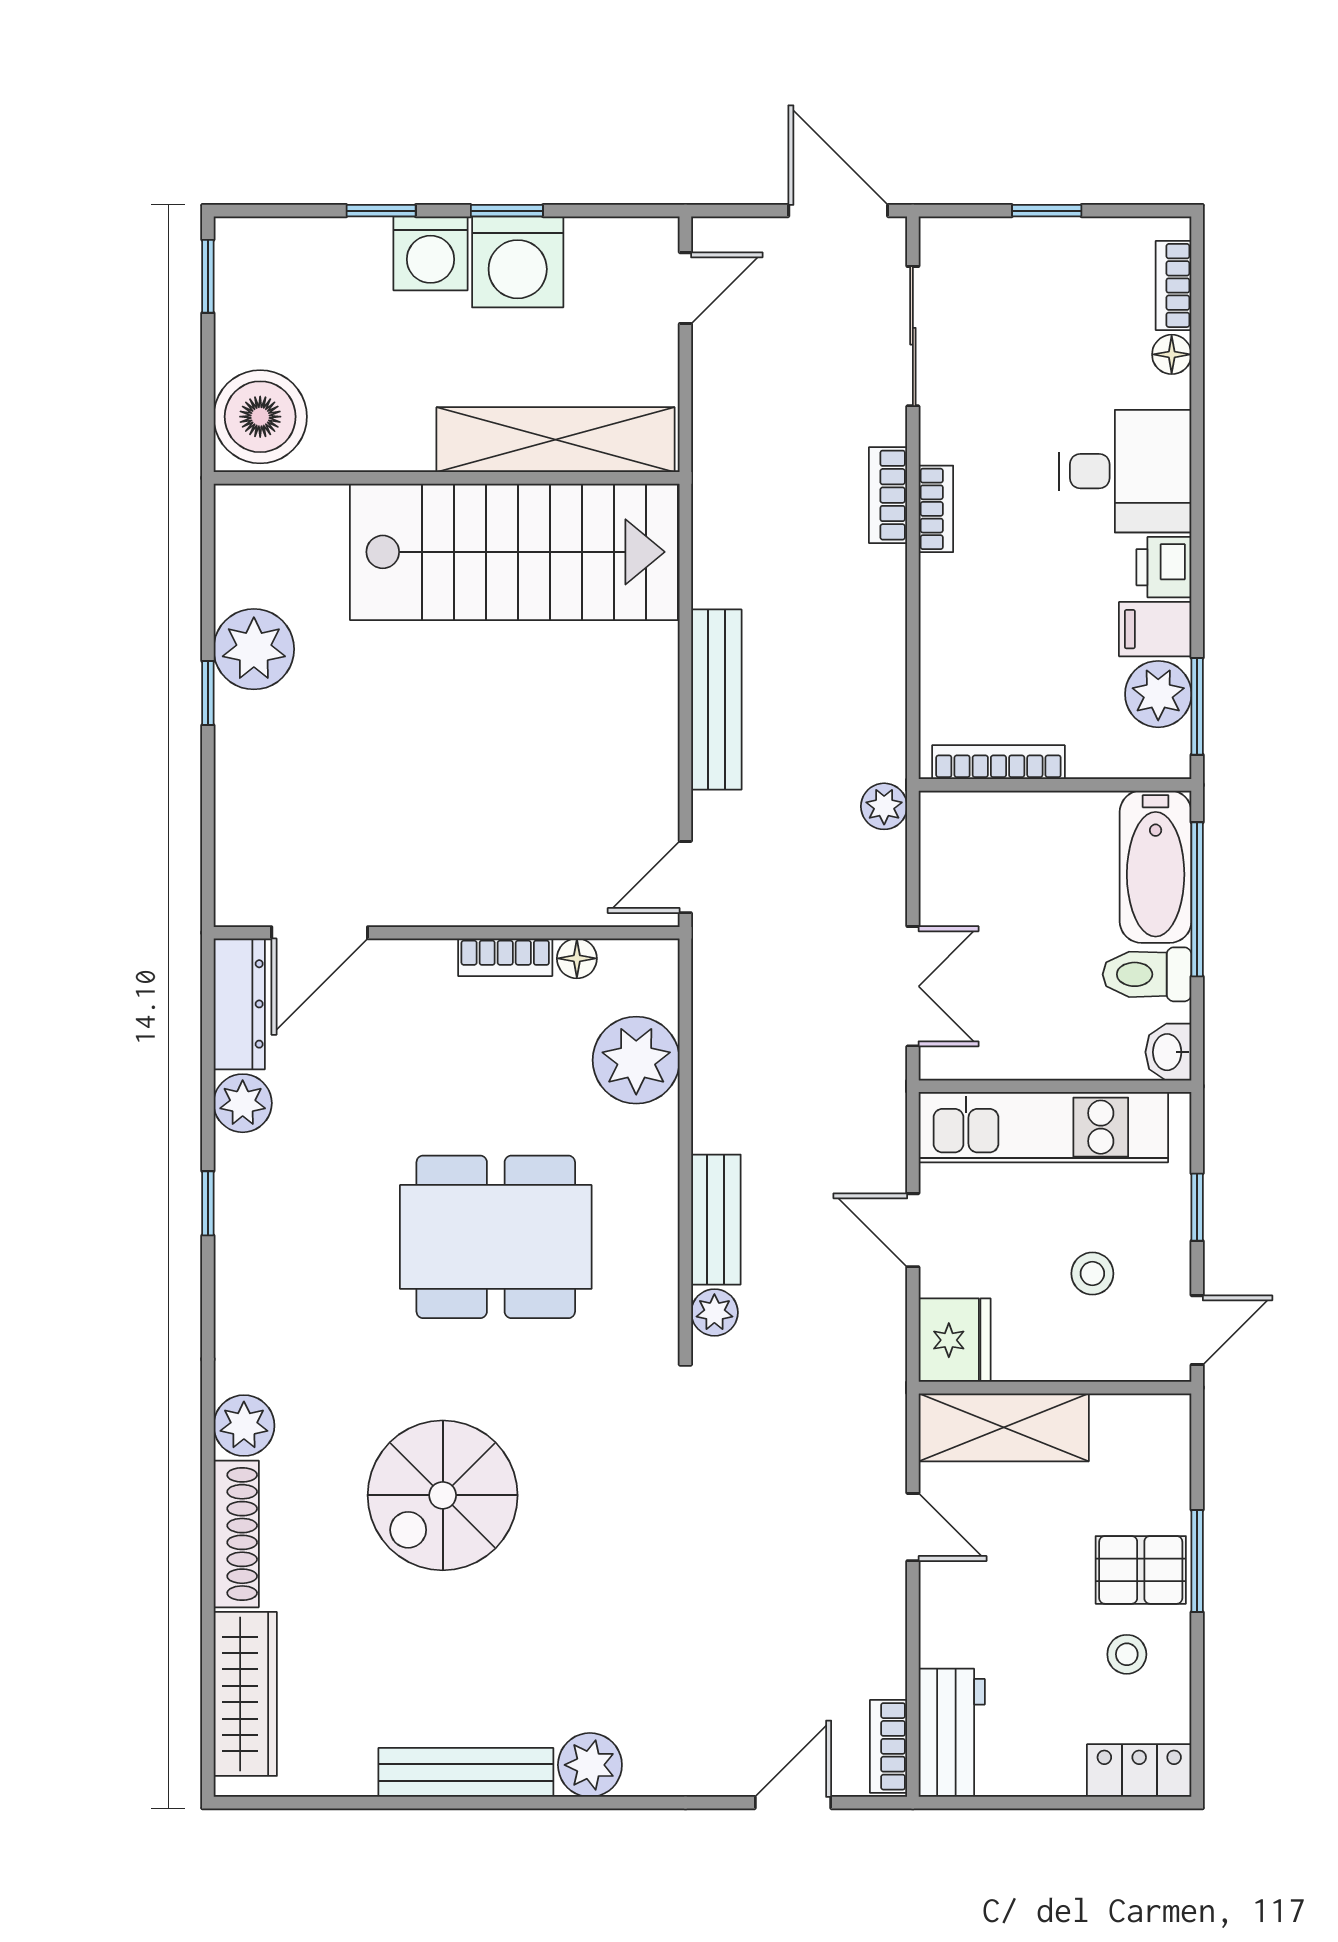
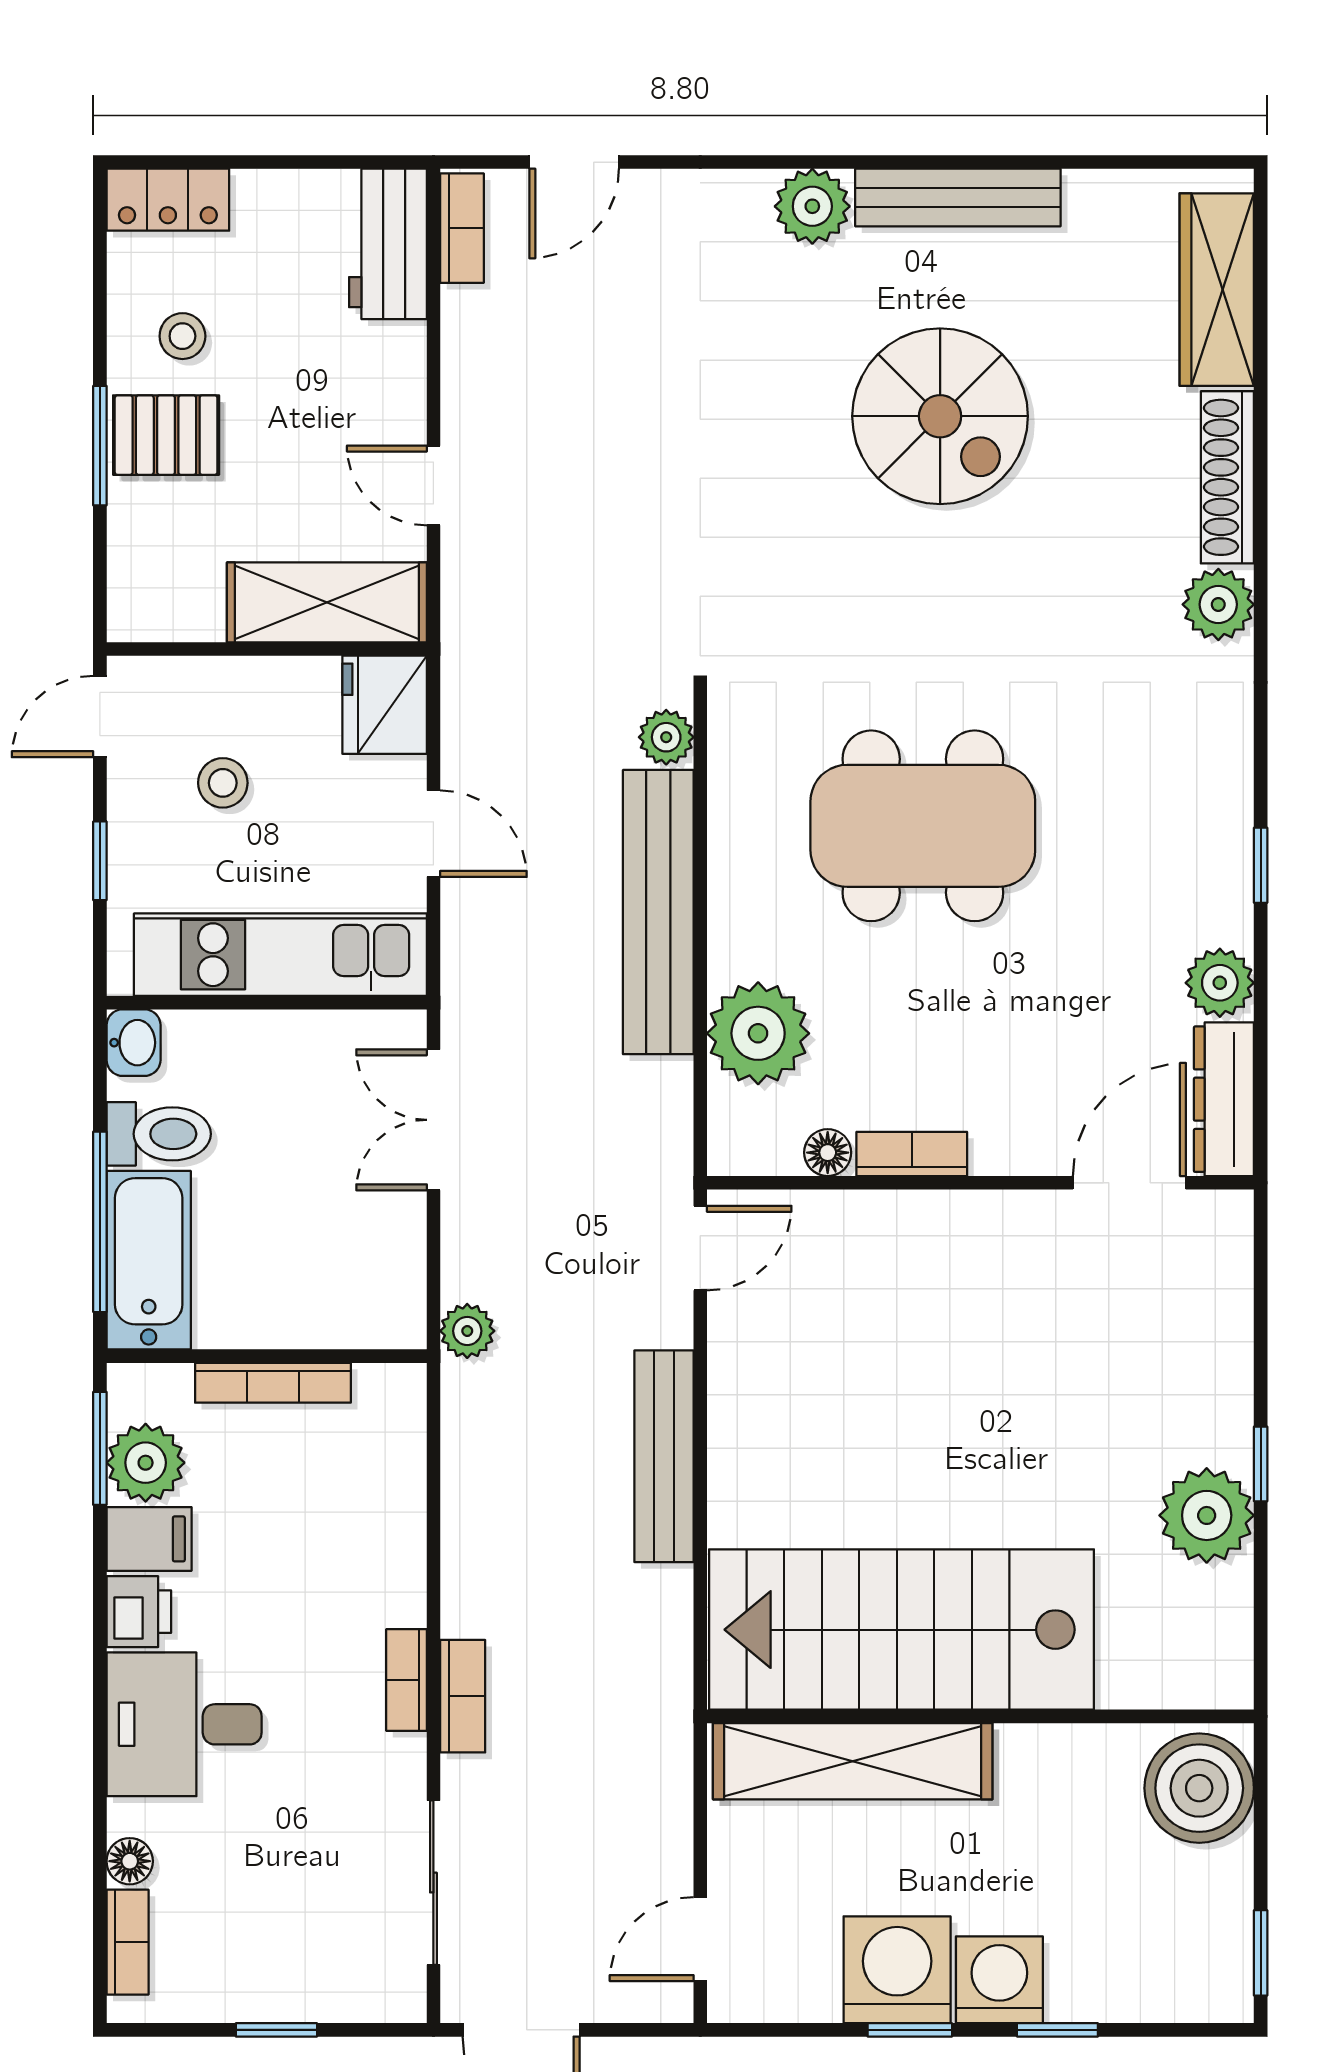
bookcase: (998, 762) -> (273, 1383), moved
bench: (716, 1220) -> (658, 912), width x1.86, depth x1.21
spiral stairs: (443, 1495) -> (940, 416), moved, turned 90

